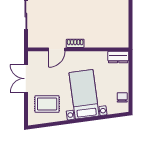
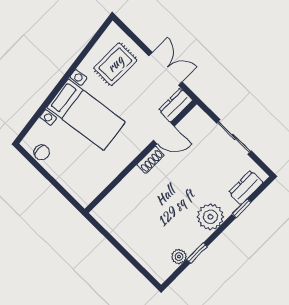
door: (57, 49) -> (164, 133), swing flipped
dresser: (118, 57) -> (175, 105), moved

